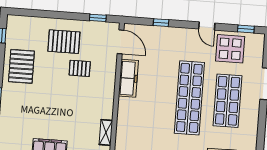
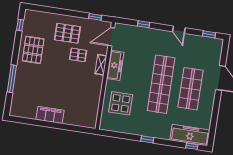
door: (120, 42) -> (111, 37), swing flipped
display table: (230, 49) -> (121, 103), moved
shelving: (106, 133) -> (101, 65), moved

